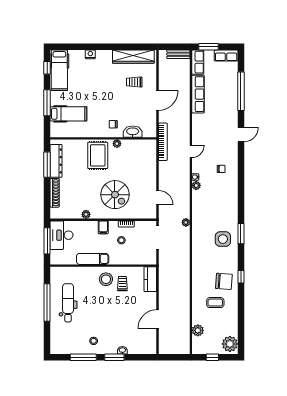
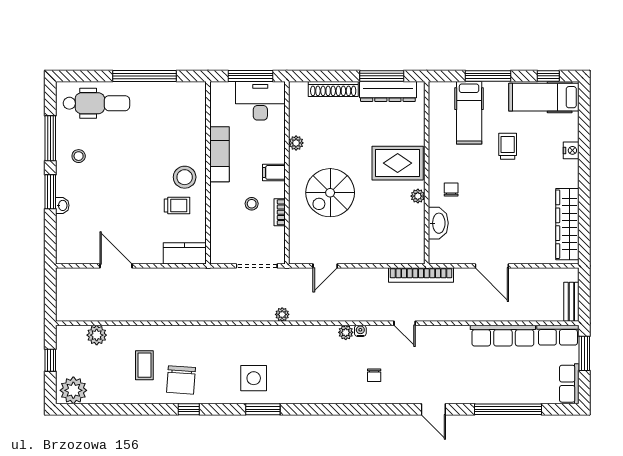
trolley: (134, 82) -> (508, 146), moved
dental chair: (68, 303) -> (96, 103), moved

